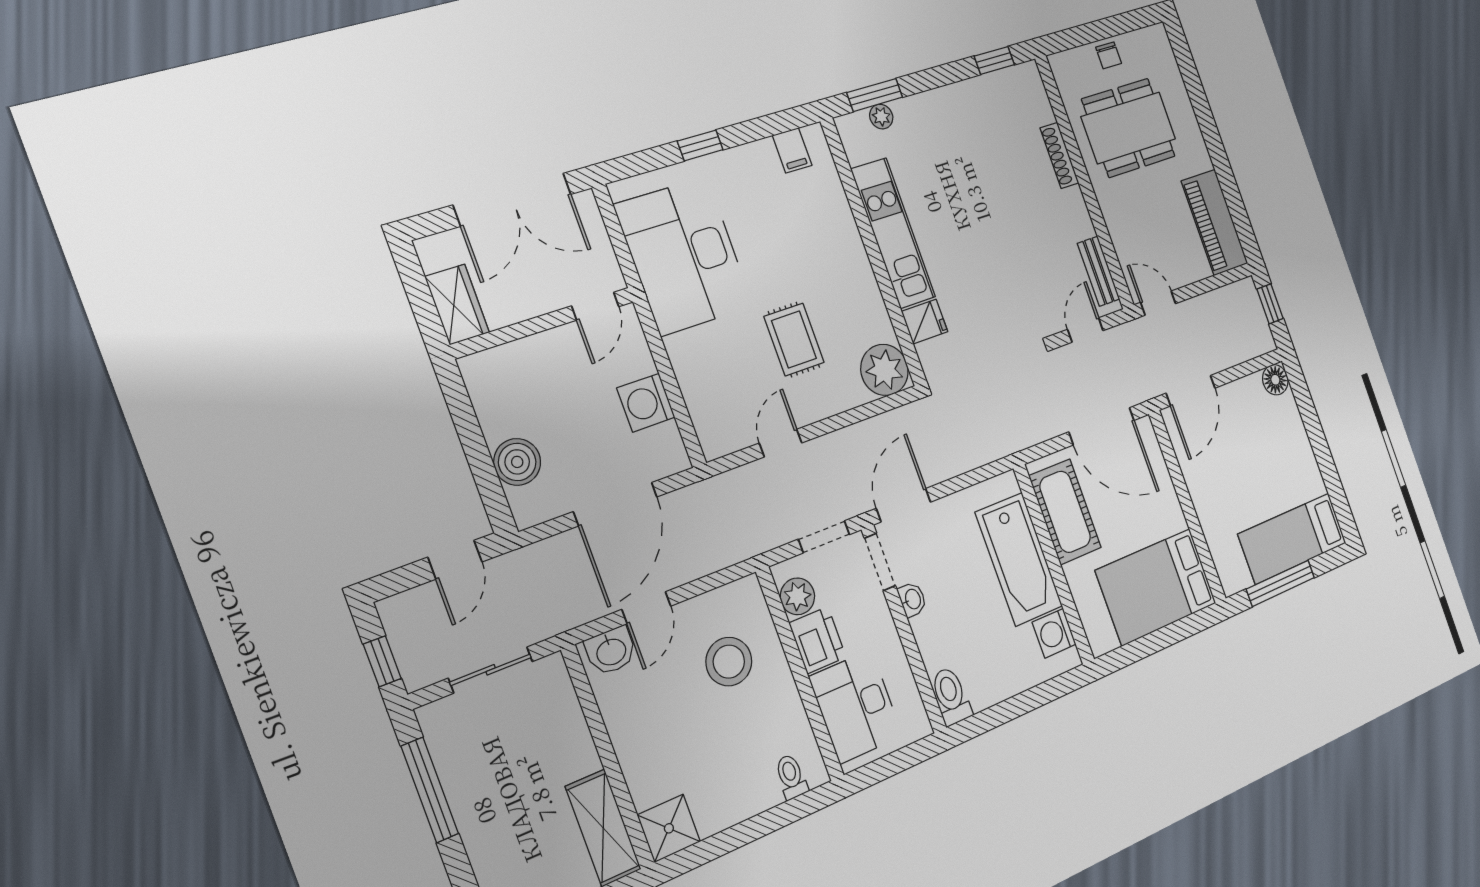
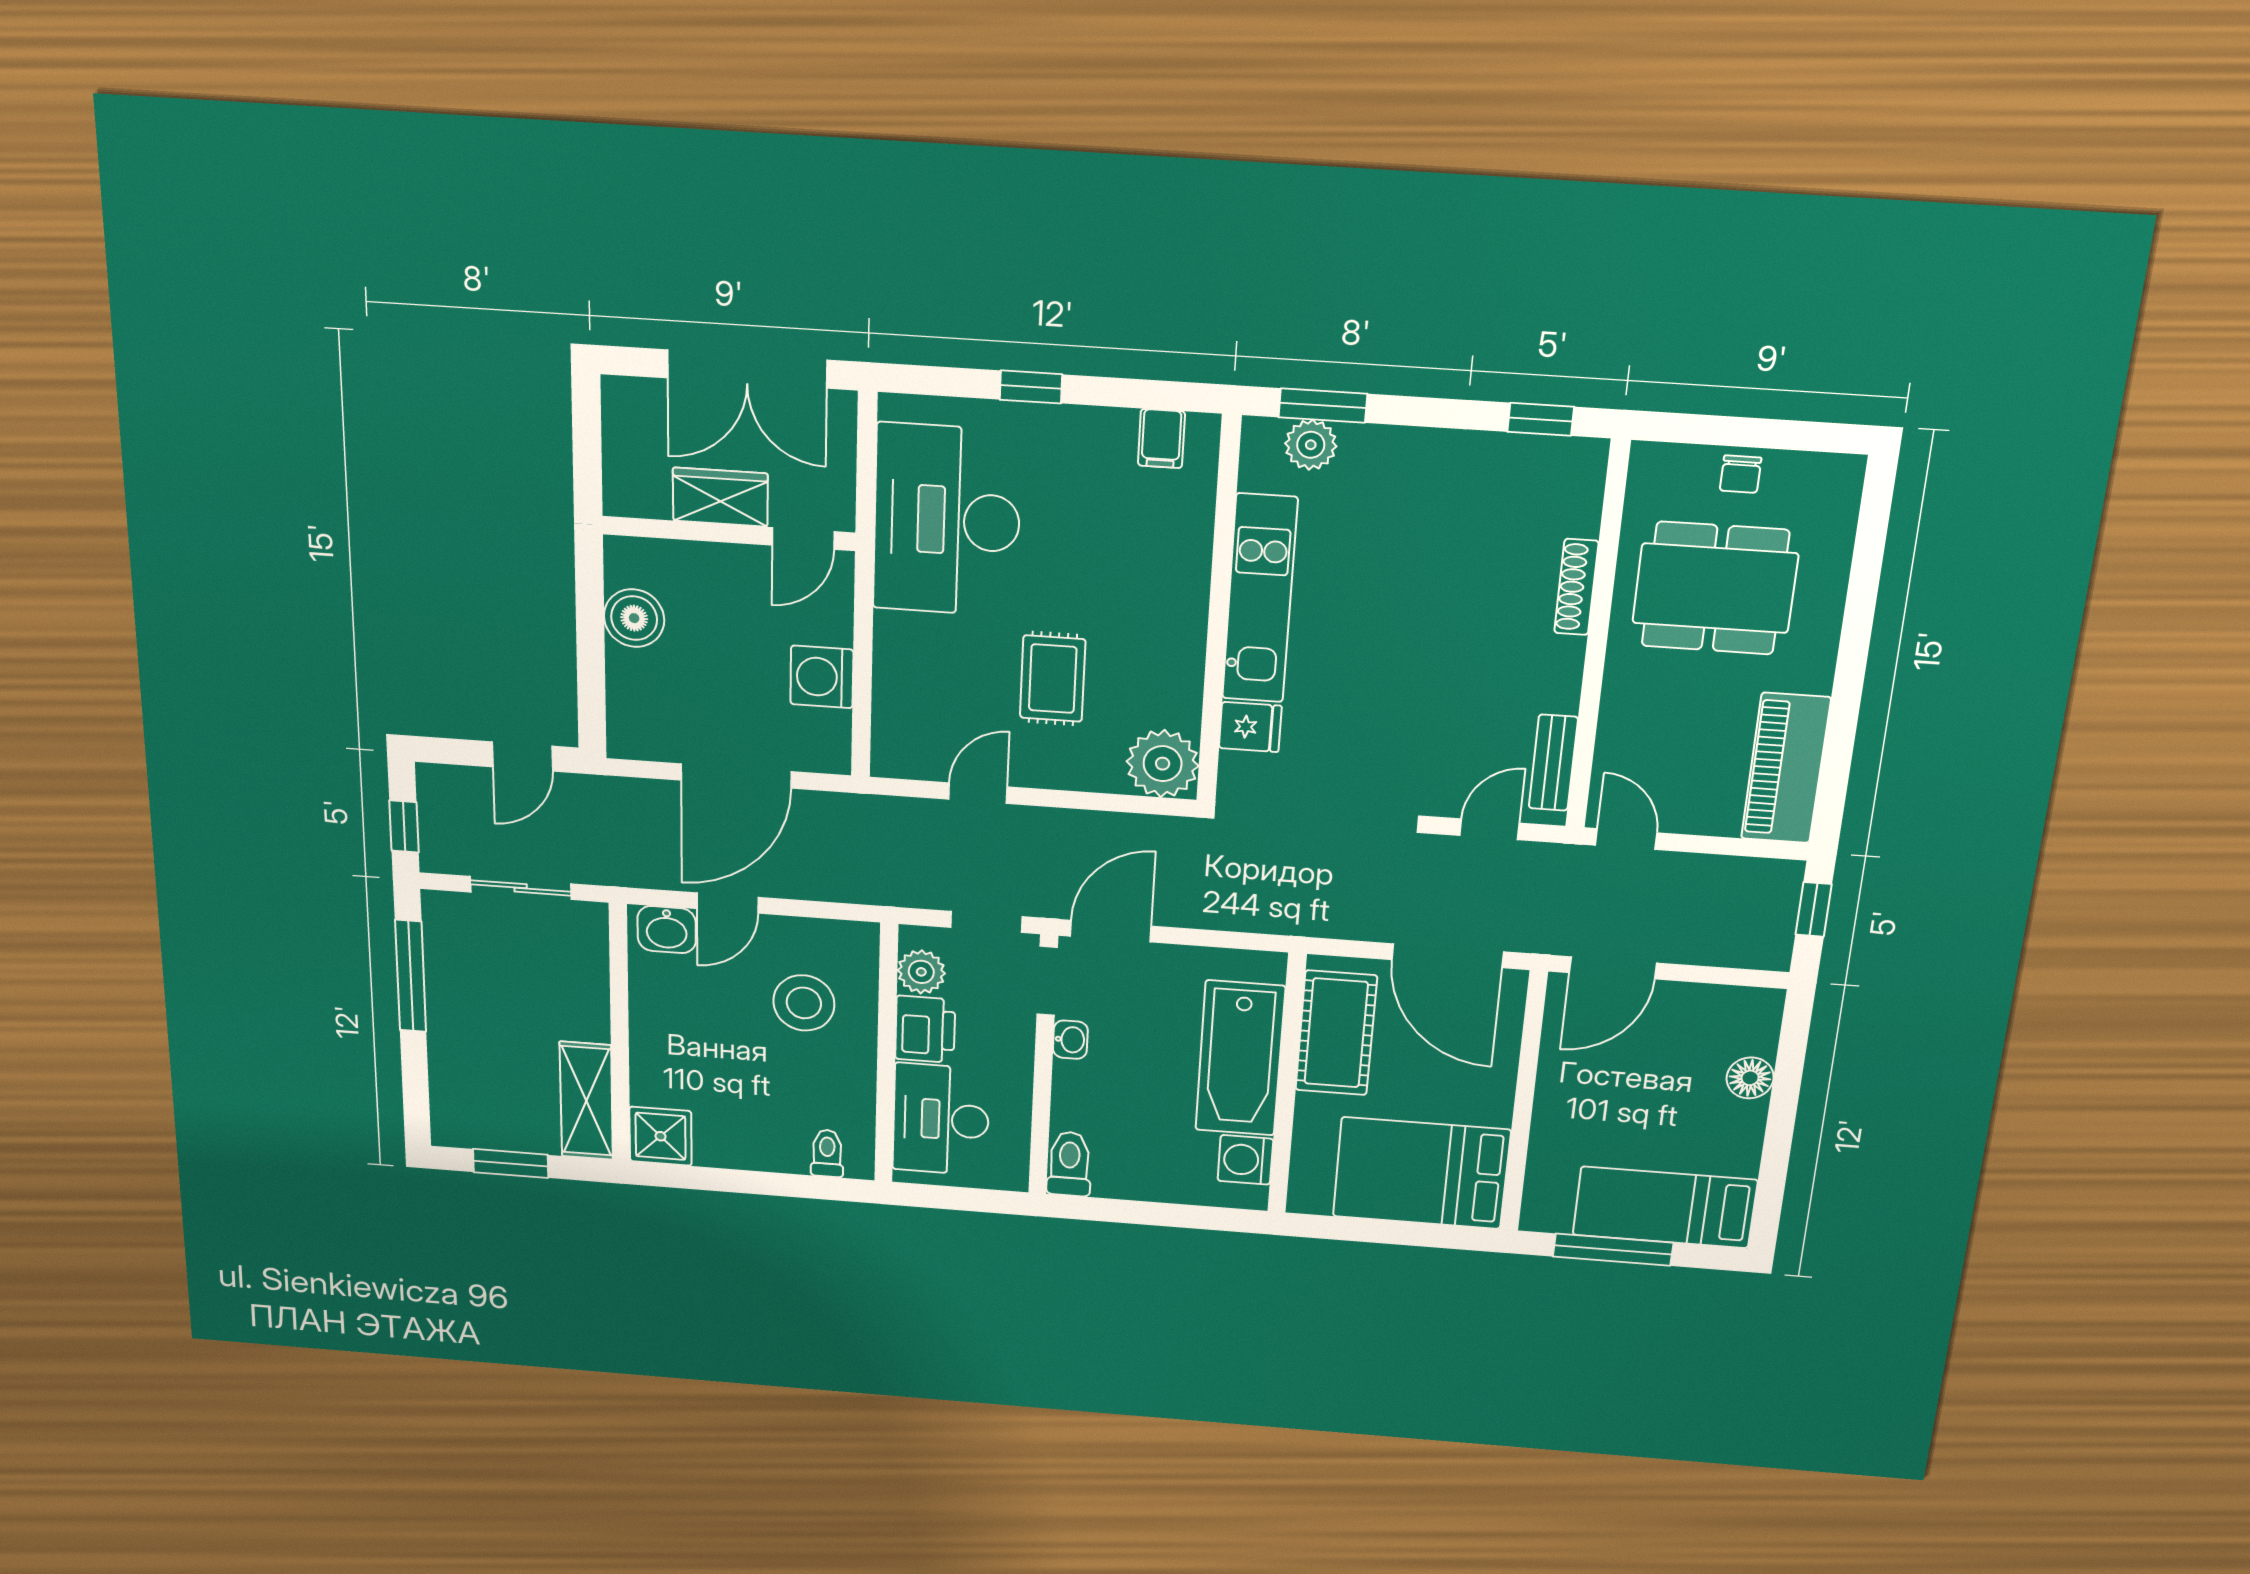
plant: (881, 117) -> (1311, 445), width x1.38, depth x1.38
wardrobe: (457, 304) -> (720, 497), moved, turned -90
floor lamp: (1275, 380) -> (1750, 1078), moved
boiler: (517, 462) -> (634, 618), moved

